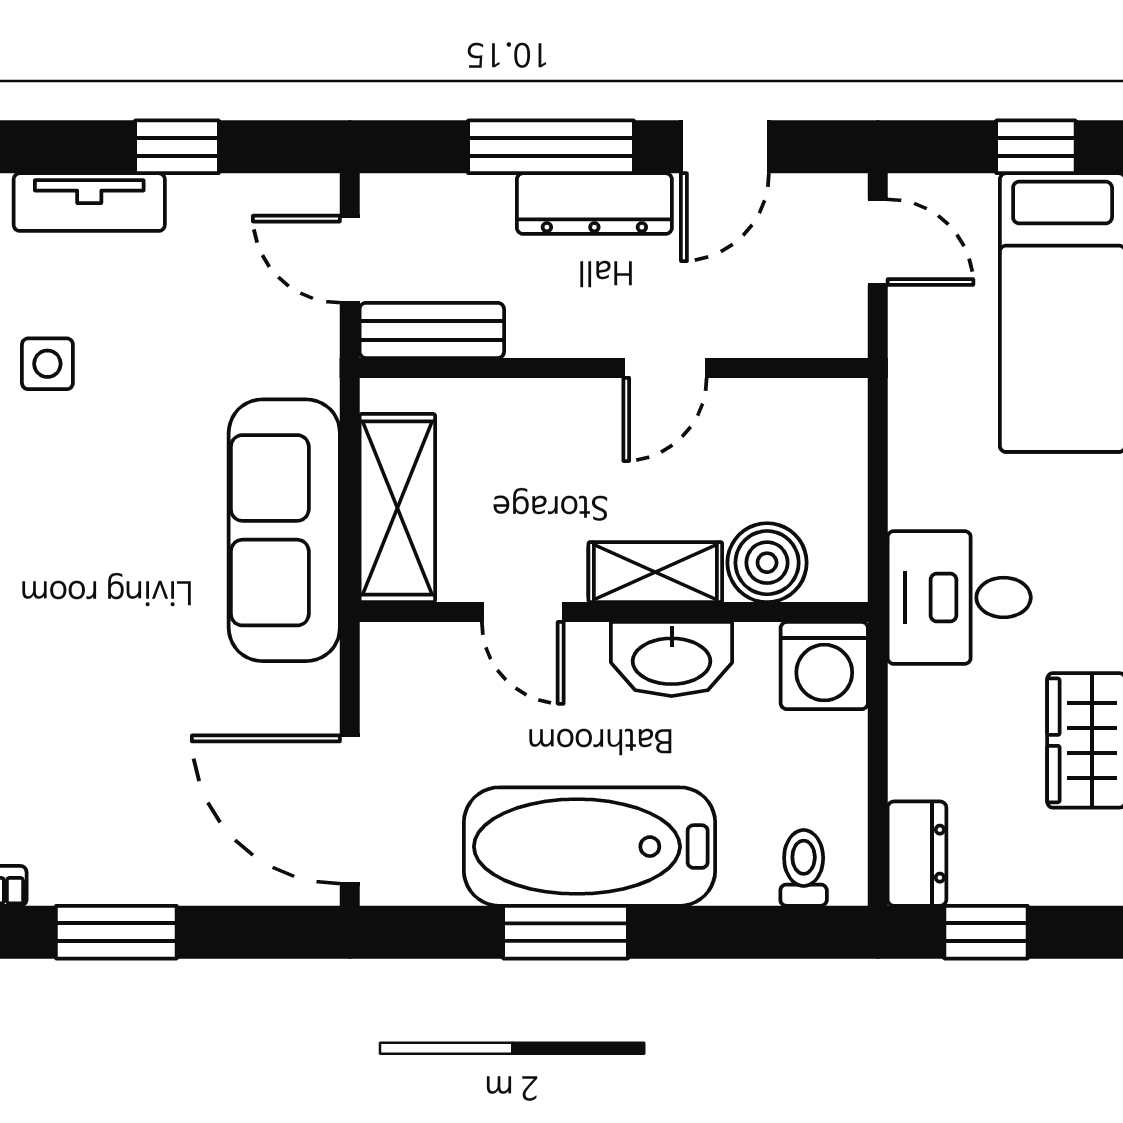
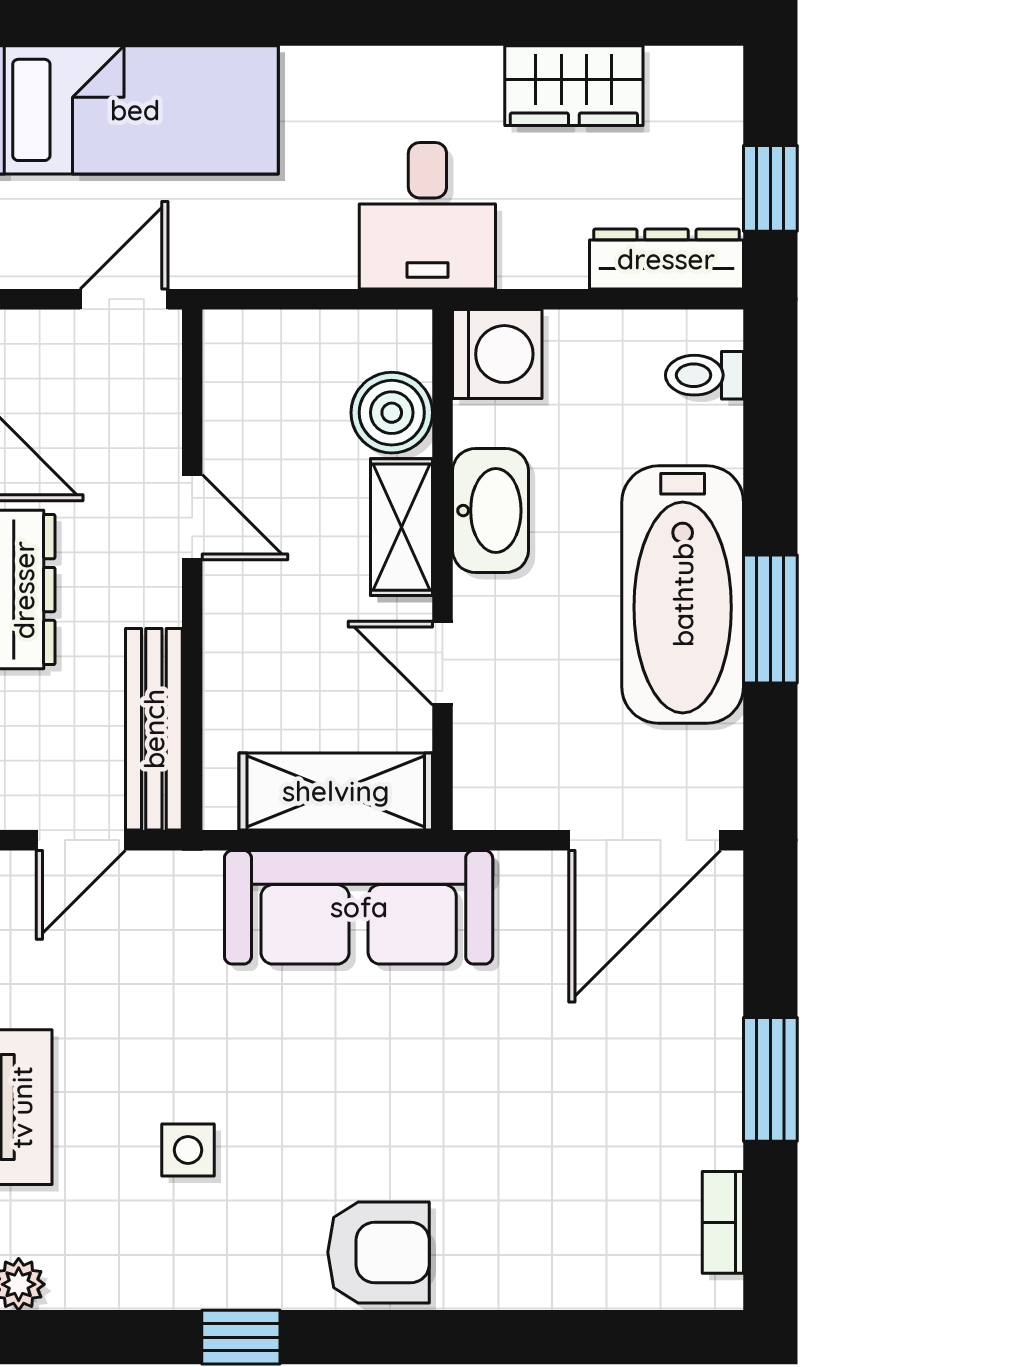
door: (878, 242) -> (124, 299), moved
bench: (432, 330) -> (154, 729), width x1.36
door: (523, 612) -> (442, 663), swing flipped
dresser: (917, 854) -> (666, 259), width x1.44

